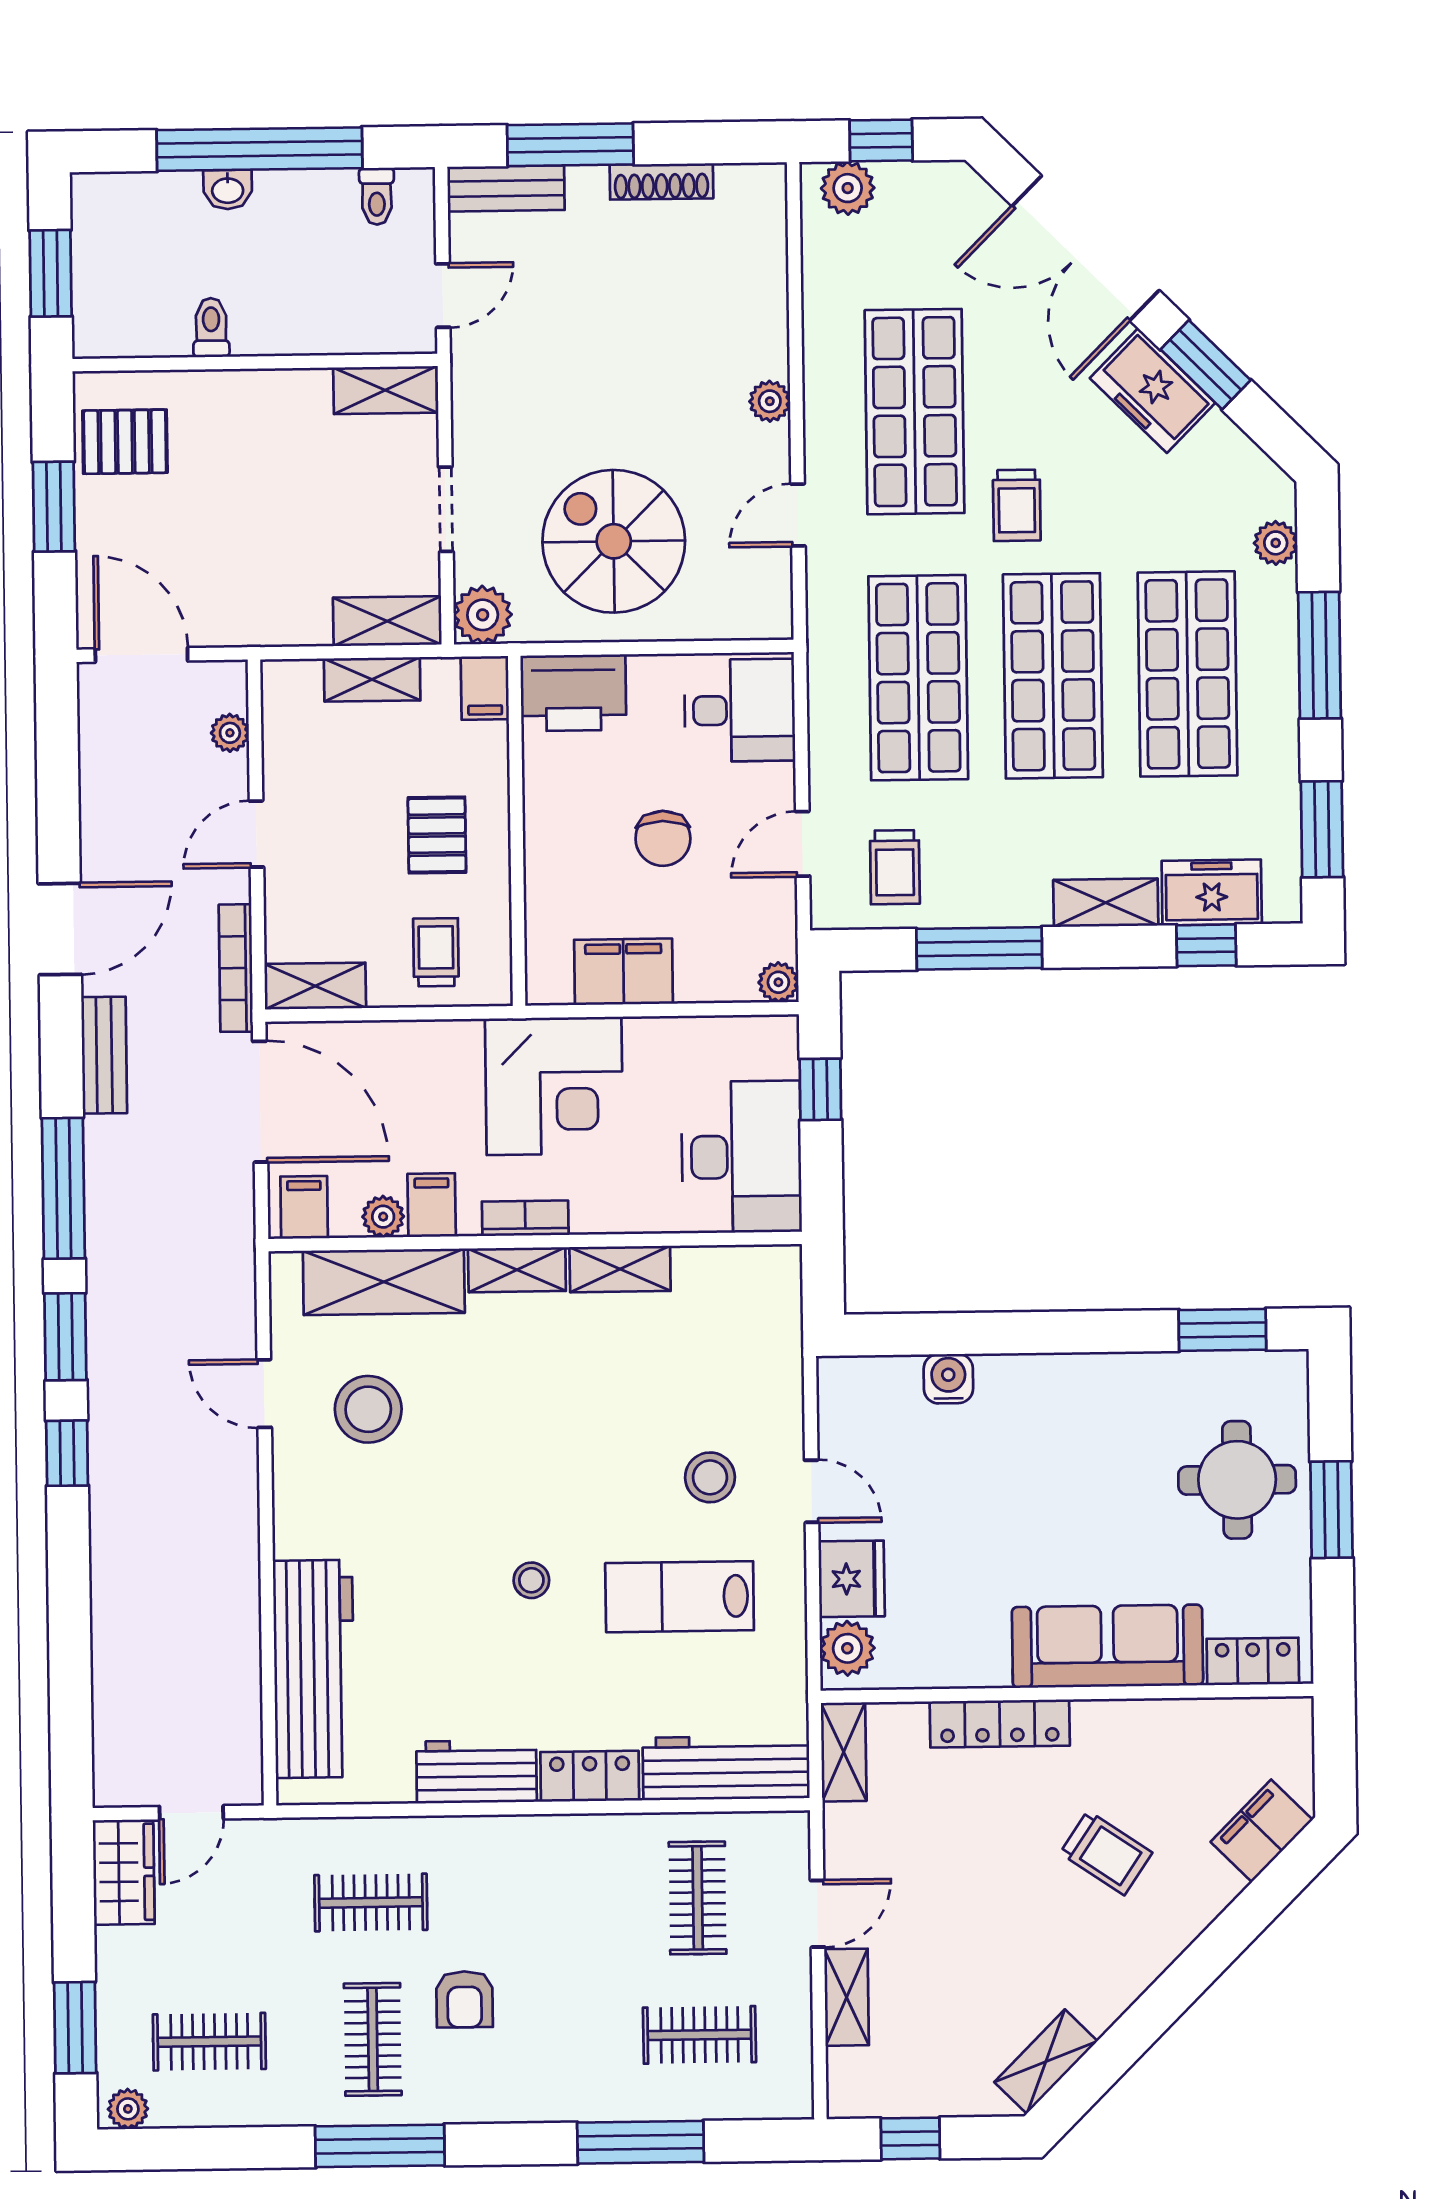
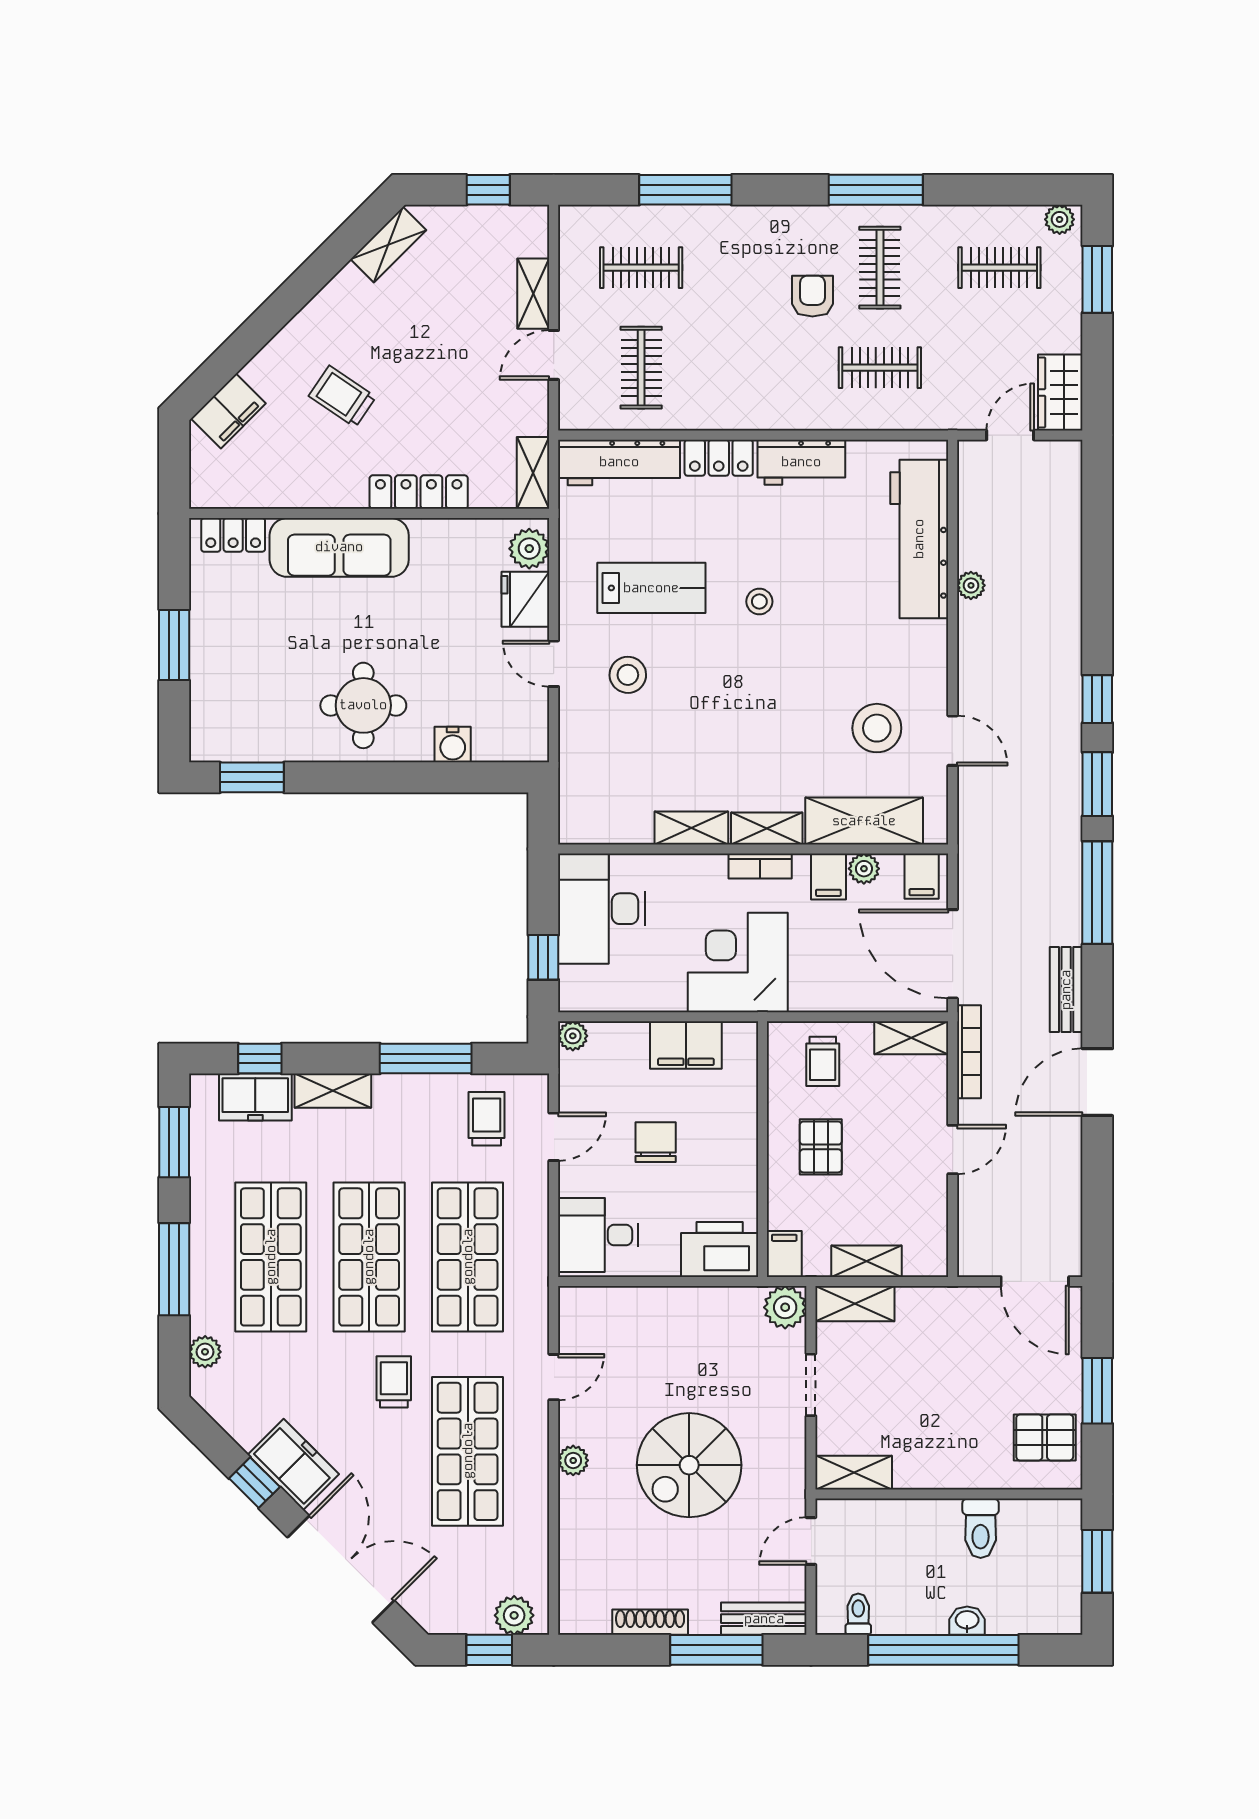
toilet: (211, 328) -> (981, 1528), width x1.37, depth x1.39
window: (1206, 365) -> (254, 1483), width x0.67
spiral stairs: (614, 541) -> (689, 1465), moved, turned 90
plant: (230, 733) -> (971, 585), moved
round table: (1237, 1480) -> (363, 705), moved

